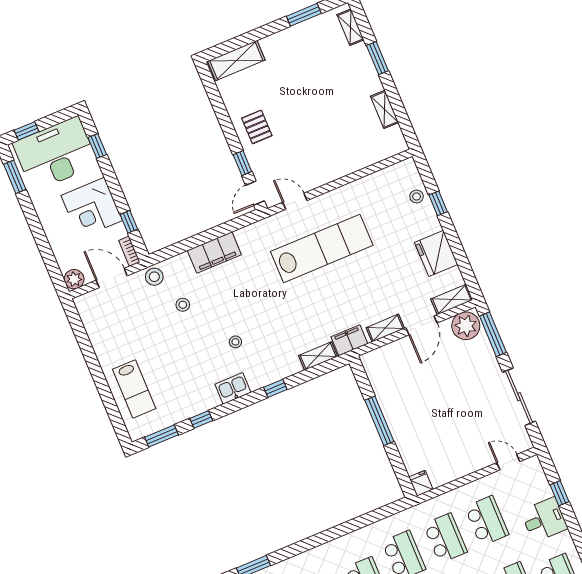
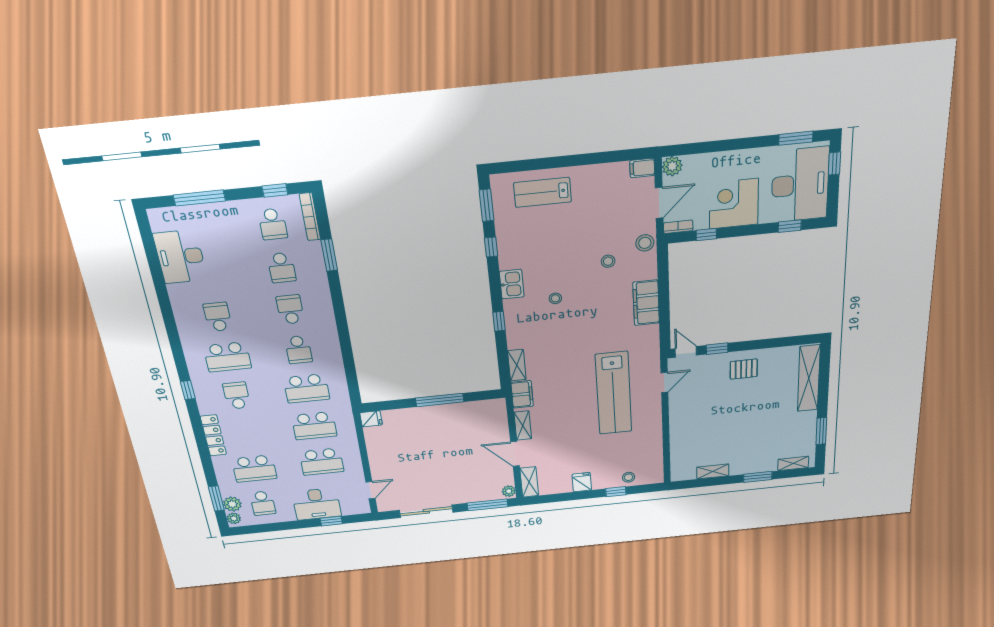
shelving: (236, 61) -> (809, 378), width x1.47
fridge: (436, 253) -> (582, 482), width x0.53, depth x0.75
filing cabinet: (84, 306) -> (642, 168), added
plant: (466, 326) -> (509, 491), width x0.53, depth x0.53
desk: (544, 520) -> (317, 504), width x1.37

